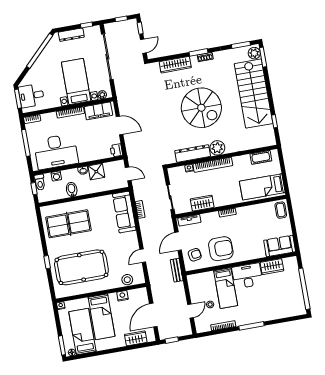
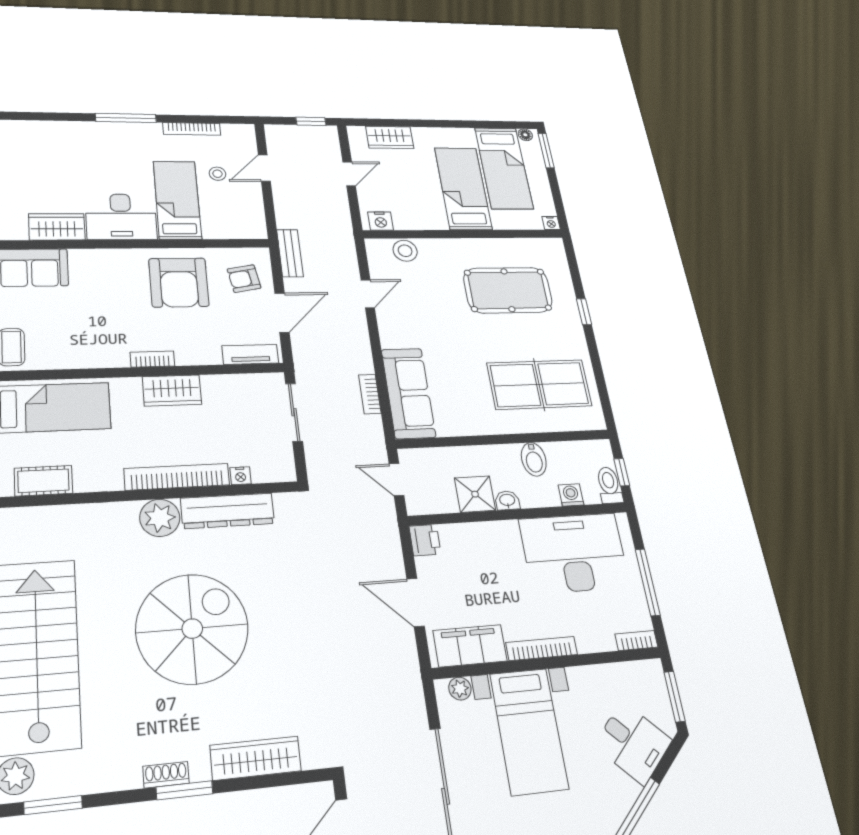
desk: (31, 96) -> (633, 743), moved, turned 45
spiral stairs: (201, 108) -> (192, 629), turned 90
wardrobe: (202, 203) -> (172, 390), moved
armchair: (221, 249) -> (179, 282), turned -90
pool table: (81, 267) -> (508, 290), width x0.73, depth x0.76
nightstand: (122, 296) -> (381, 221), moved
door: (153, 315) -> (349, 174), width x0.53

